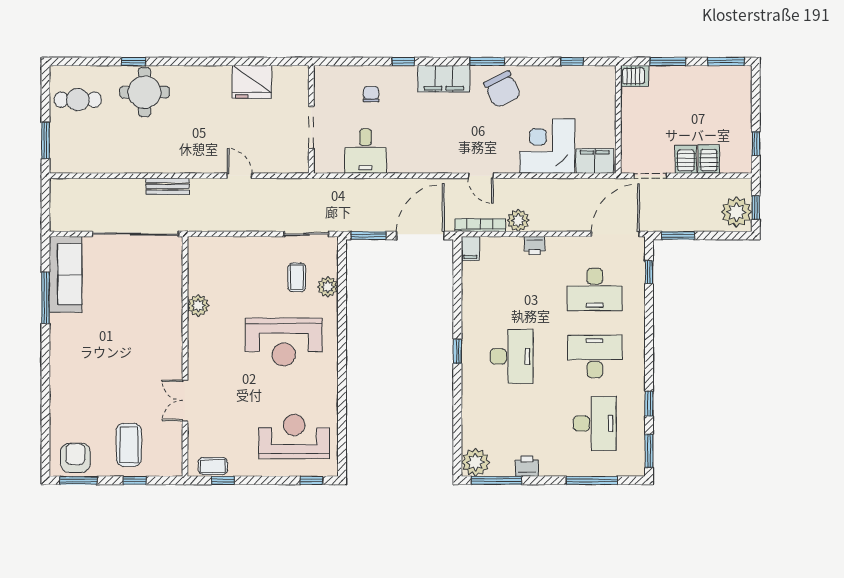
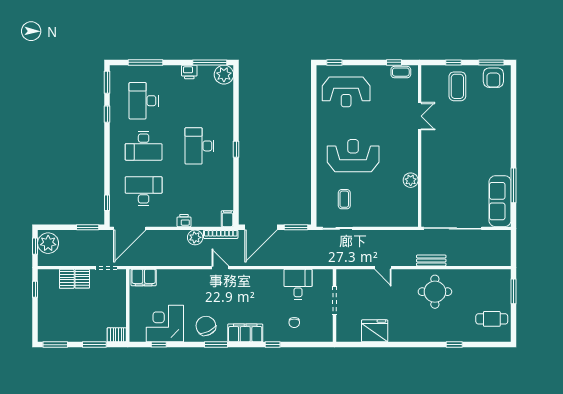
round table: (145, 92) -> (435, 292), moved
corner desk: (547, 146) -> (165, 324), moved, turned 180
plant: (328, 287) -> (323, 193), removed

